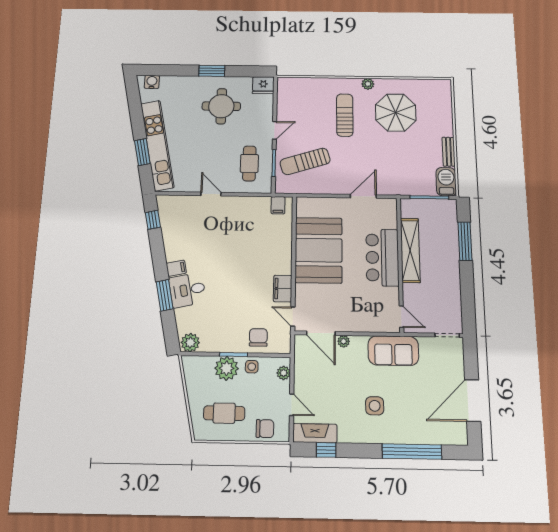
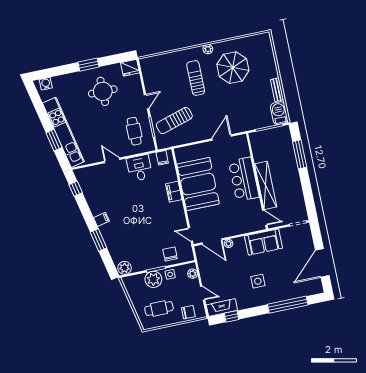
shelving: (410, 250) -> (266, 185), moved
filing cabinet: (283, 289) -> (174, 192), moved
desk: (187, 290) -> (139, 168), moved, turned 102

